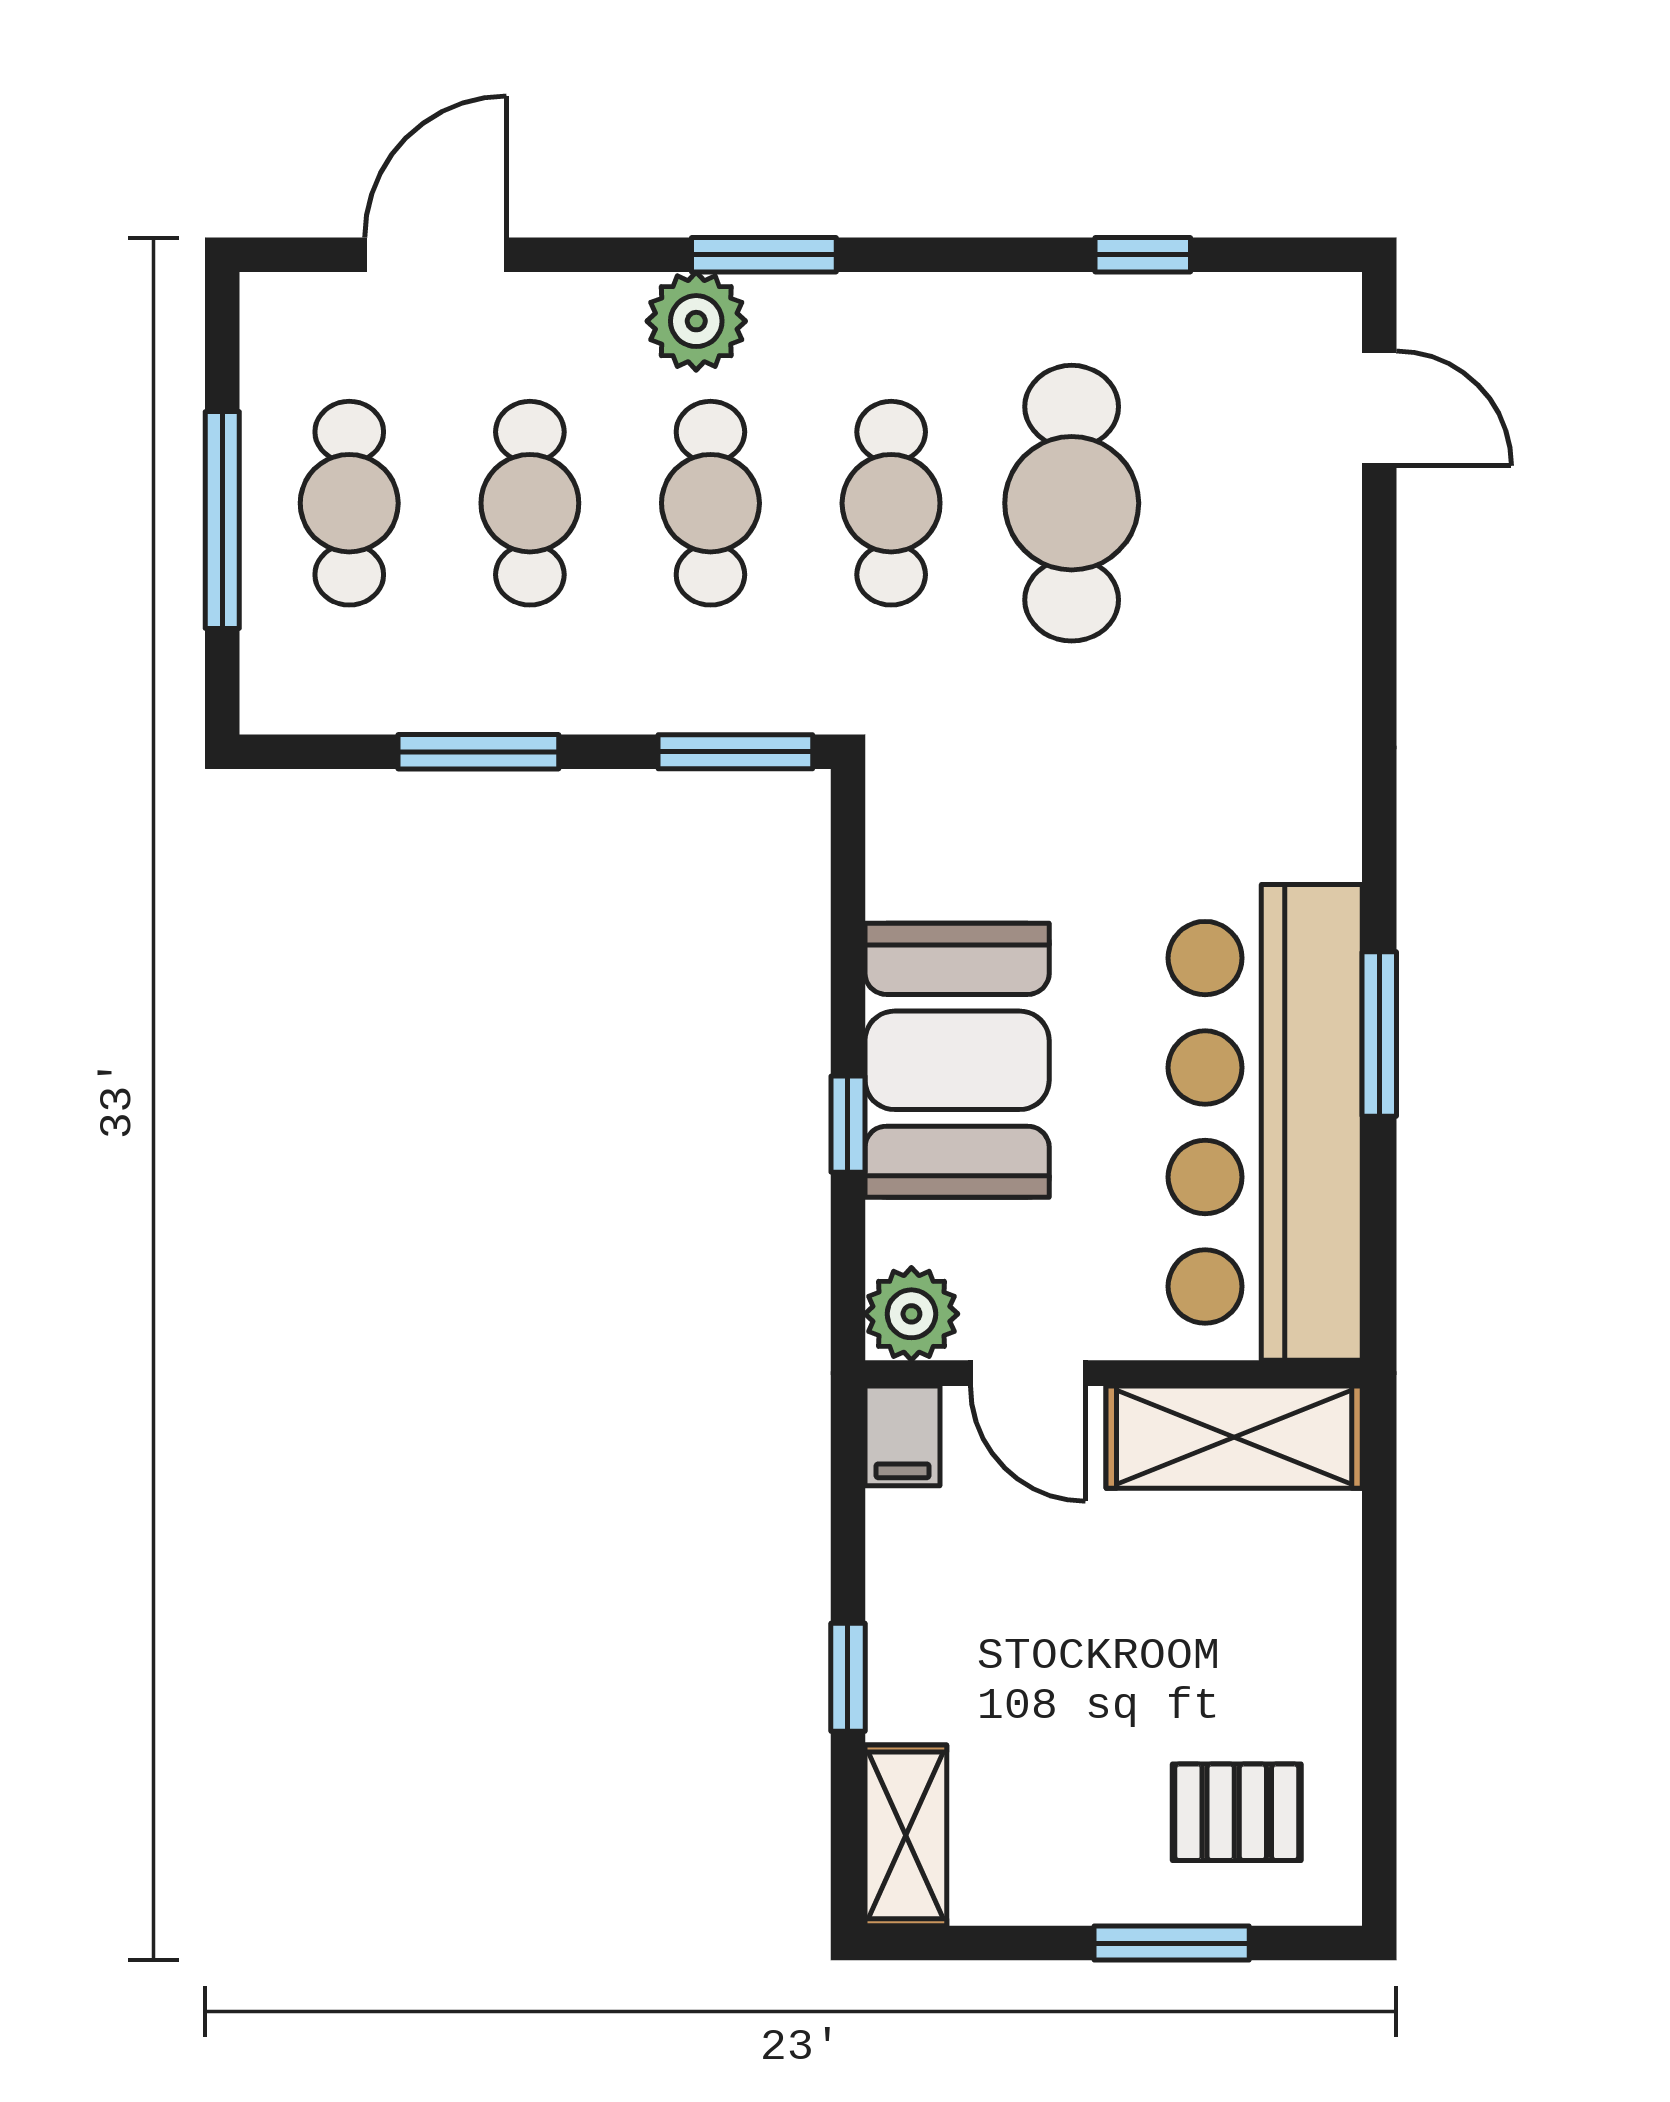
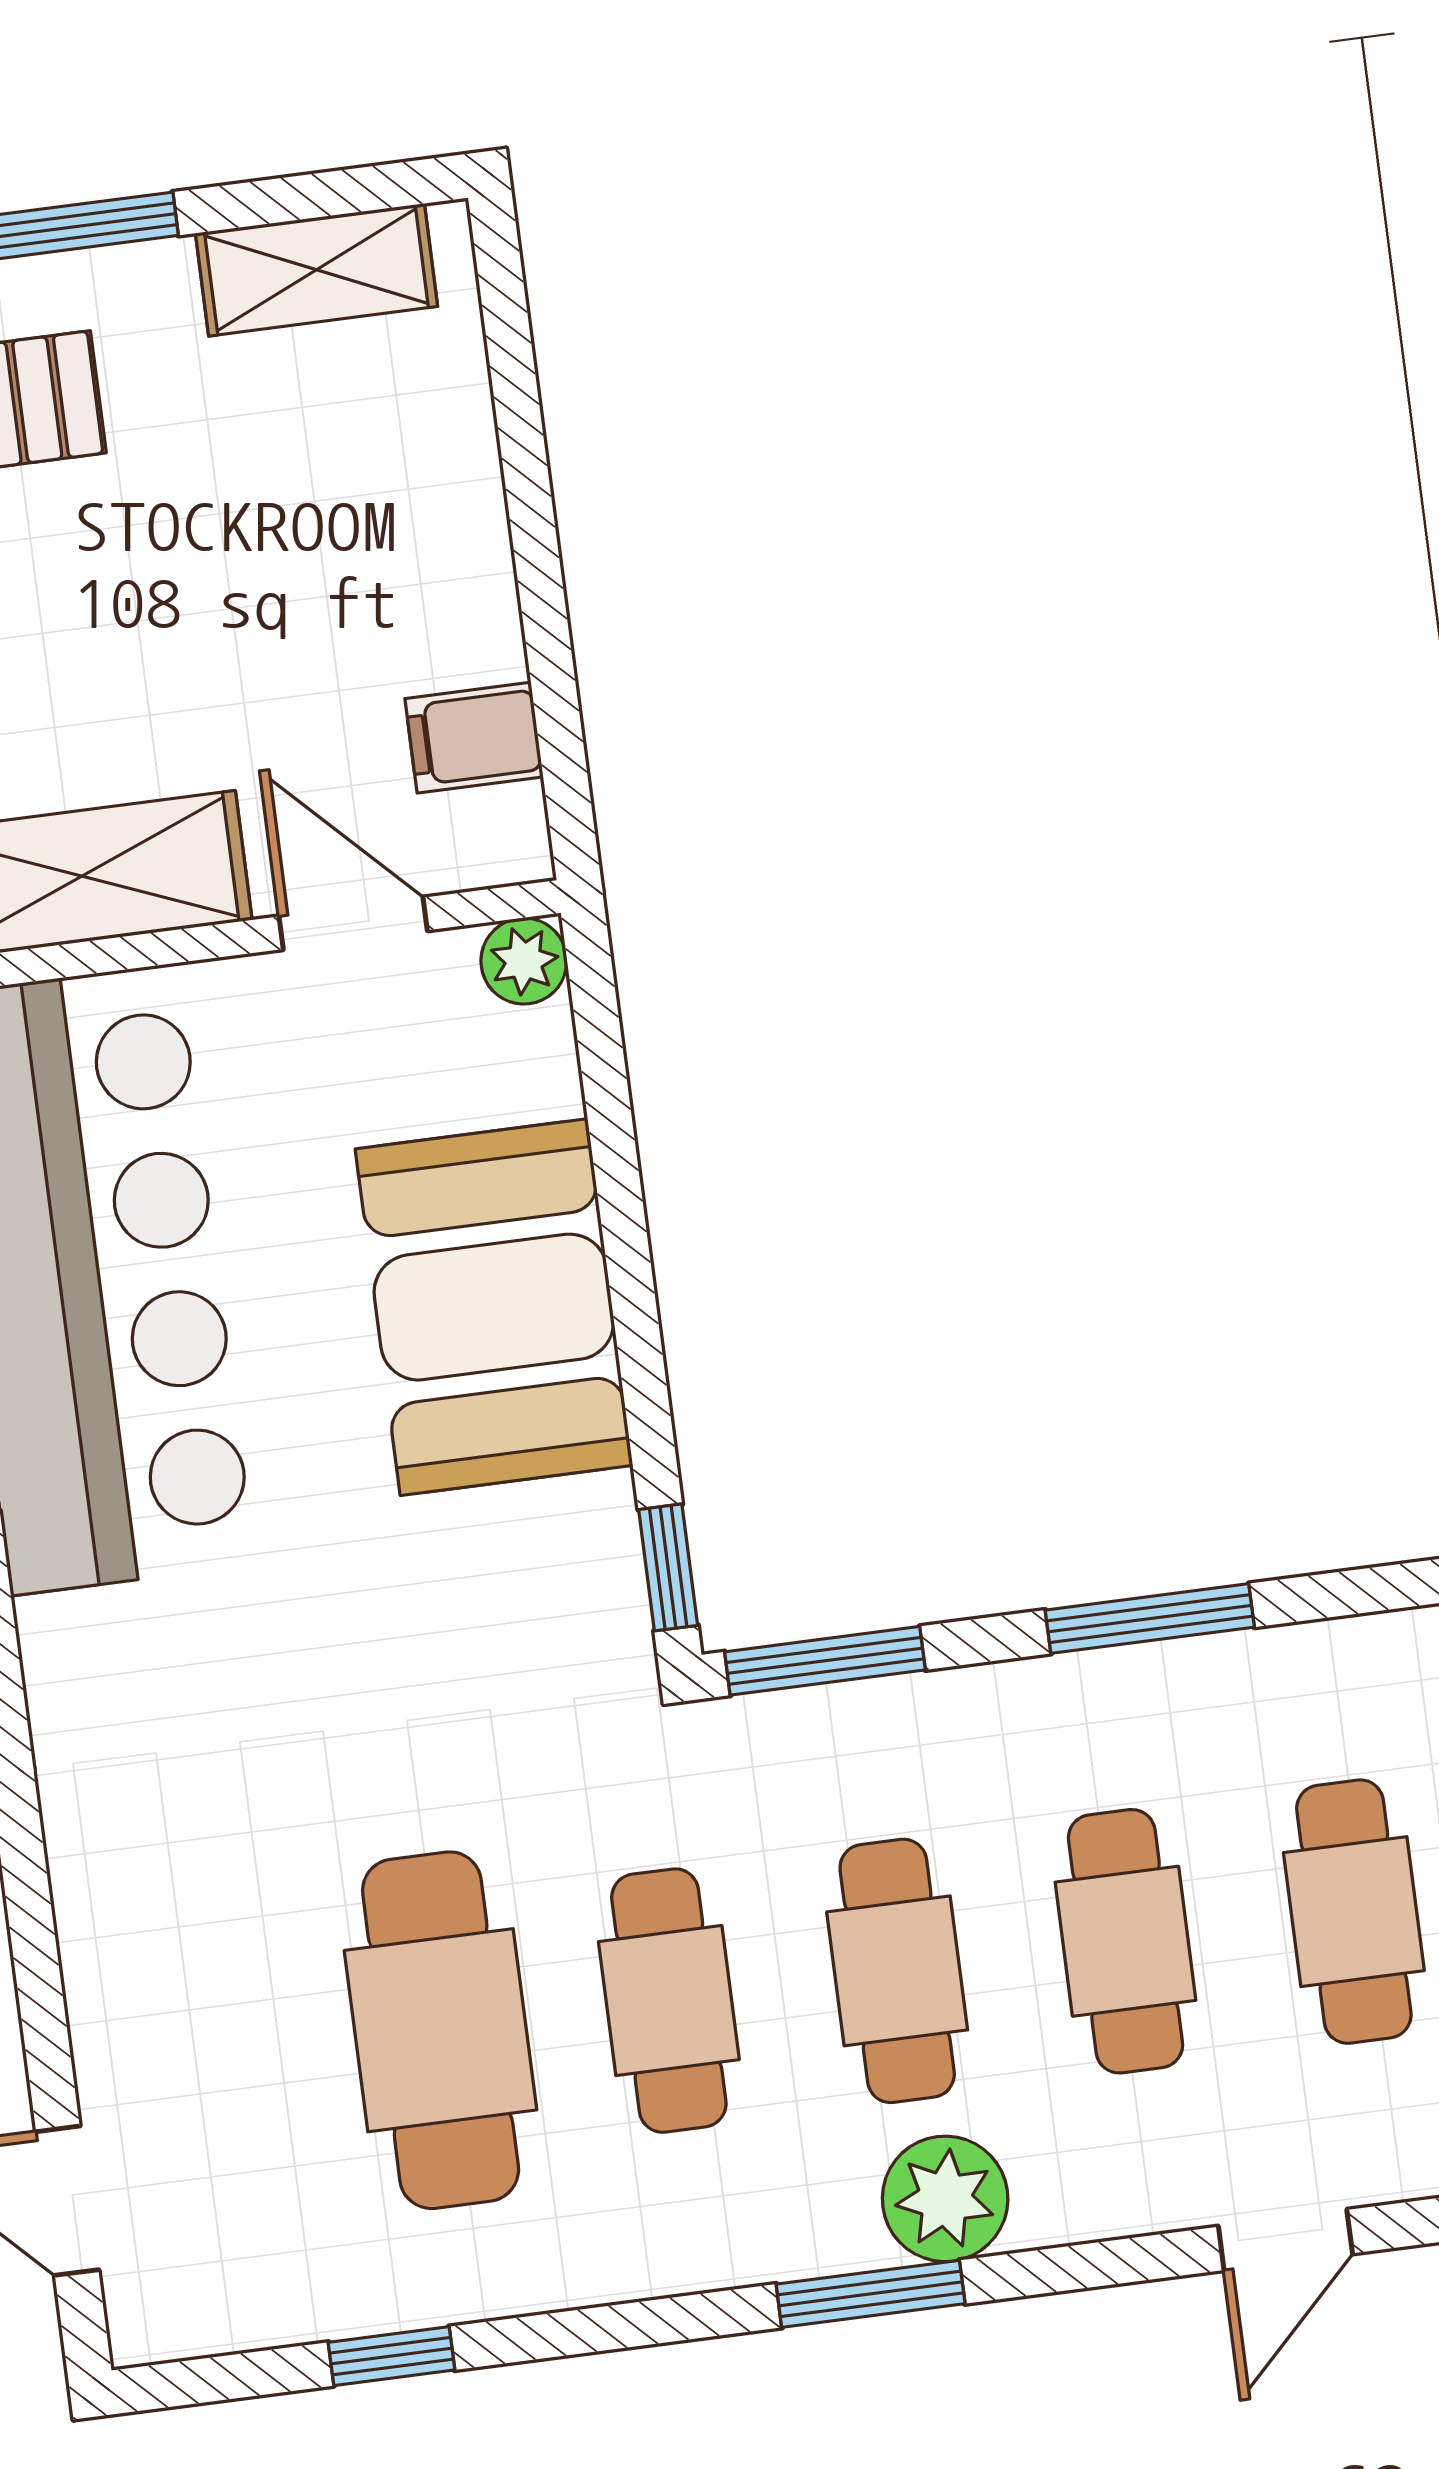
door: (436, 255) -> (1285, 2240), width x0.73
window: (848, 1124) -> (668, 1567), moved
plant: (911, 1314) -> (524, 961), width x0.73, depth x0.73
filing cabinet: (903, 1436) -> (474, 738), moved, turned -90
window: (848, 1677) -> (531, 509), removed
shelving: (906, 1835) -> (316, 270), moved, turned 90

